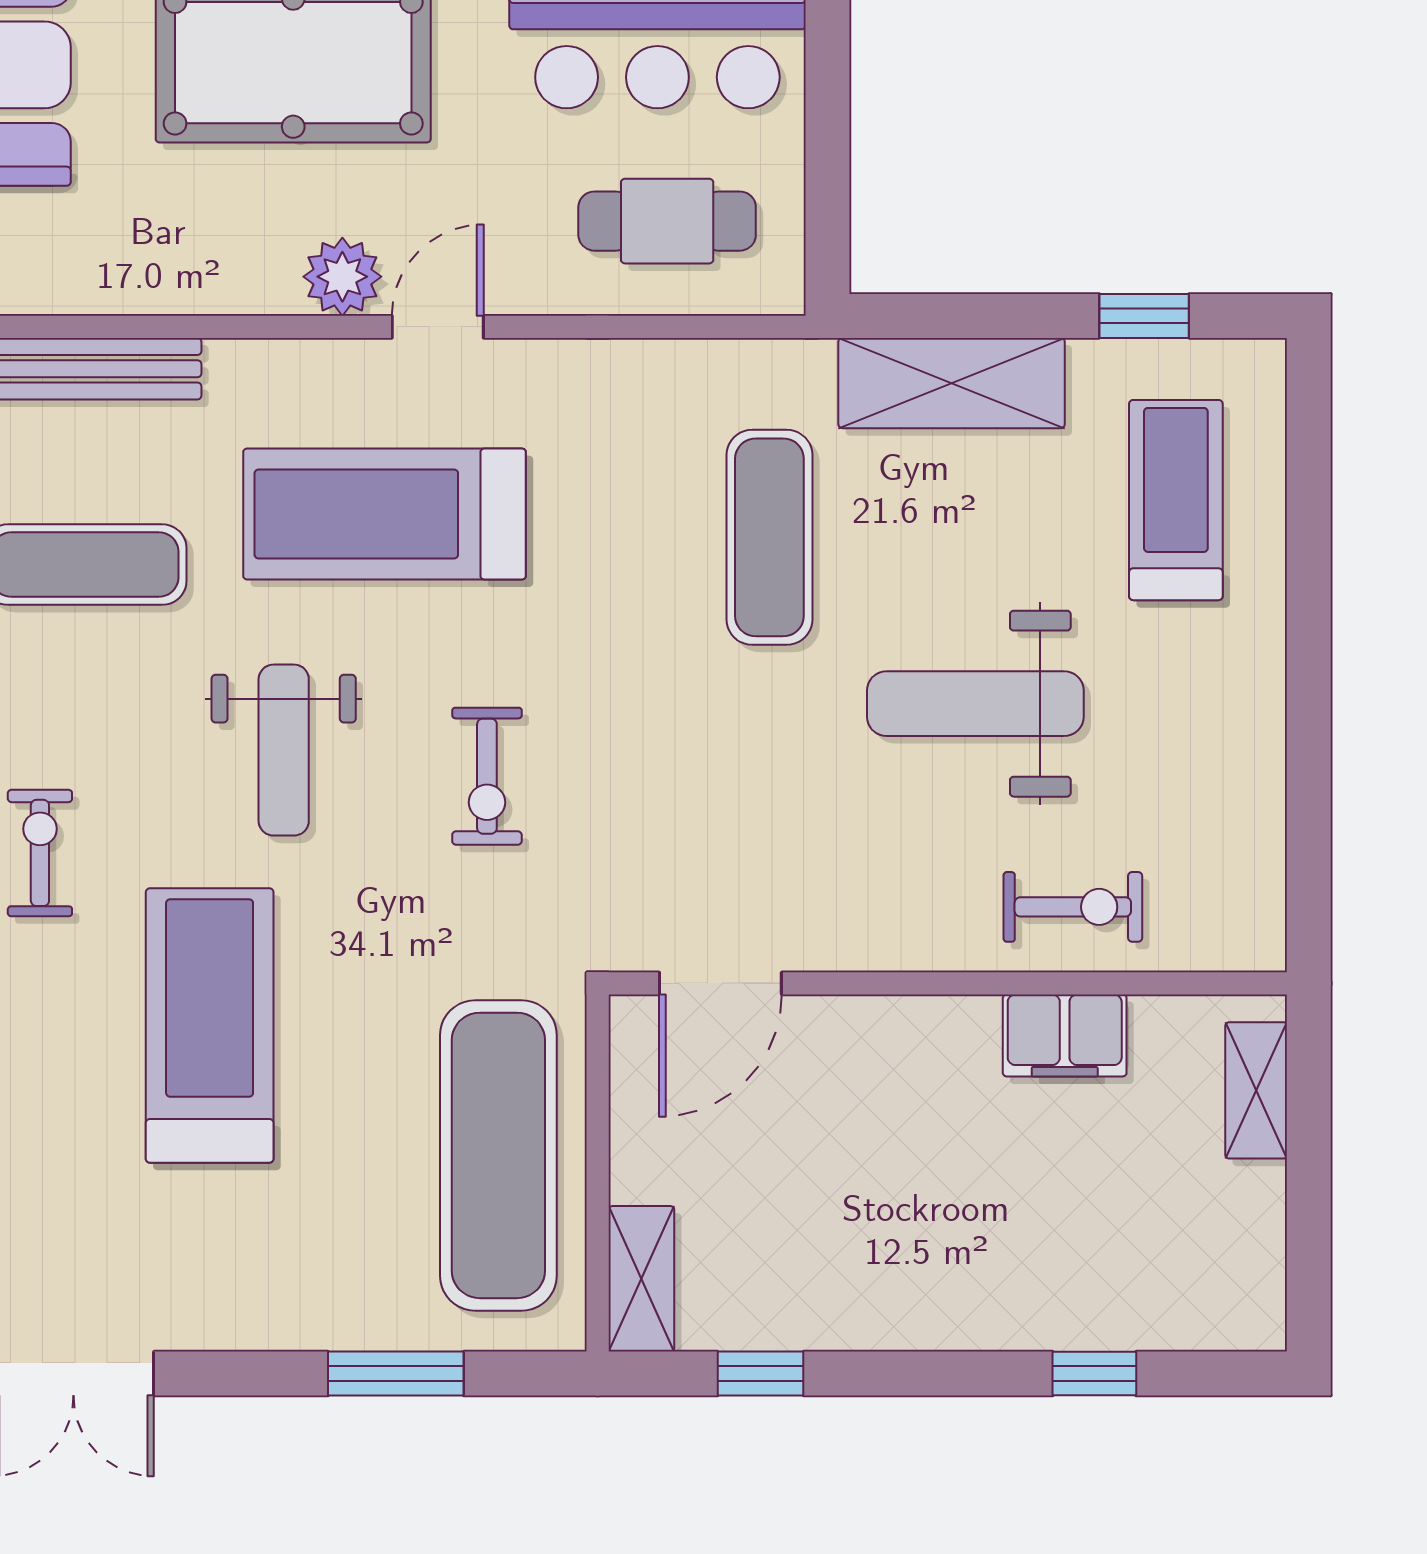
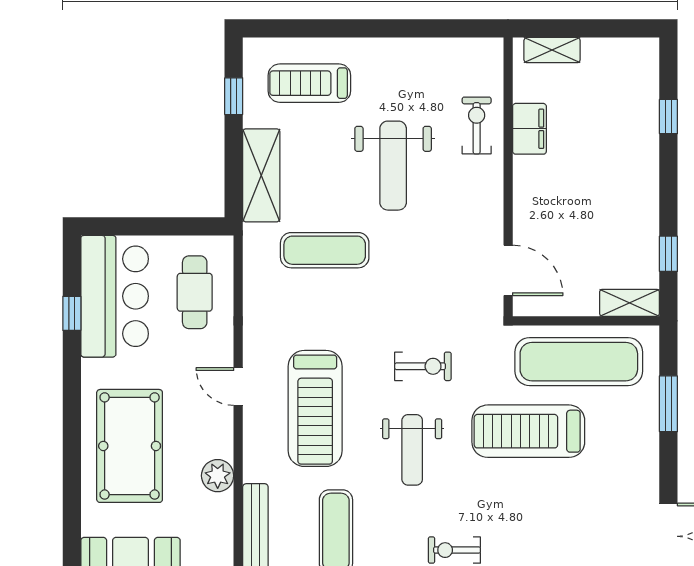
plant: (342, 277) -> (218, 476), moved
weight bench: (284, 750) -> (412, 450), turned 90
treadmill: (210, 1025) -> (528, 431), moved

